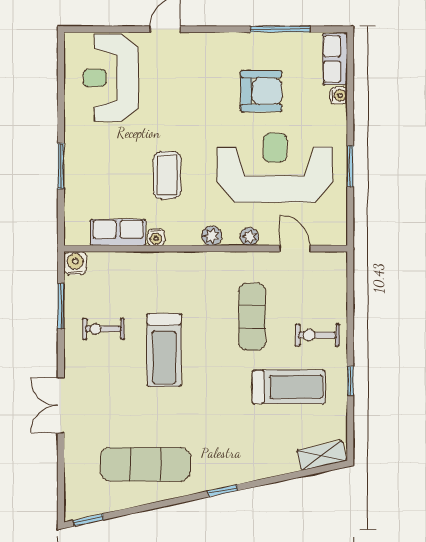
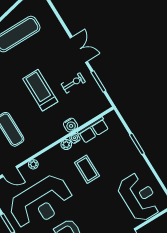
plant: (212, 236) -> (66, 145), moved
water cooler: (75, 263) -> (71, 125), moved
double door: (61, 406) -> (79, 50), moved

